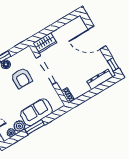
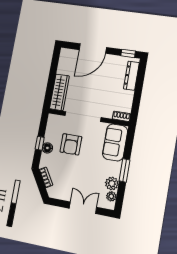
wardrobe: (45, 43) -> (59, 92), width x1.50
armchair: (22, 78) -> (71, 144), turned 90
sofa: (36, 112) -> (115, 142), moved

